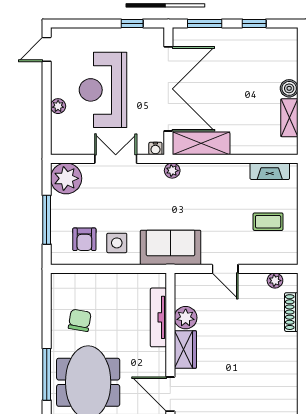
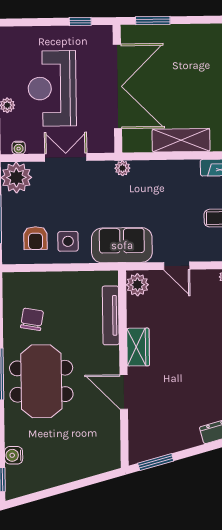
window: (254, 23) -> (202, 20), removed
shelving: (201, 143) -> (181, 140), moved
water cooler: (155, 149) -> (19, 148), moved
plant: (186, 318) -> (137, 285), moved

